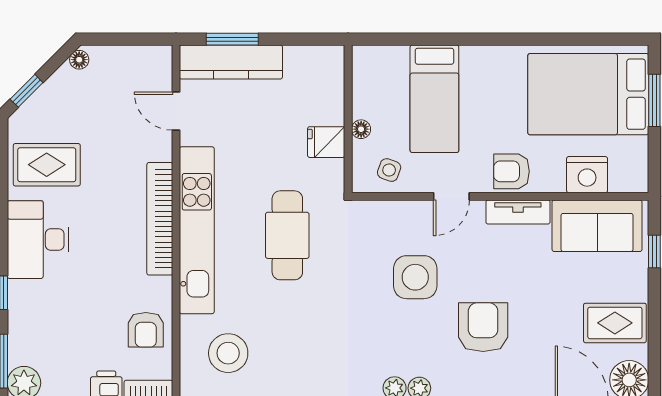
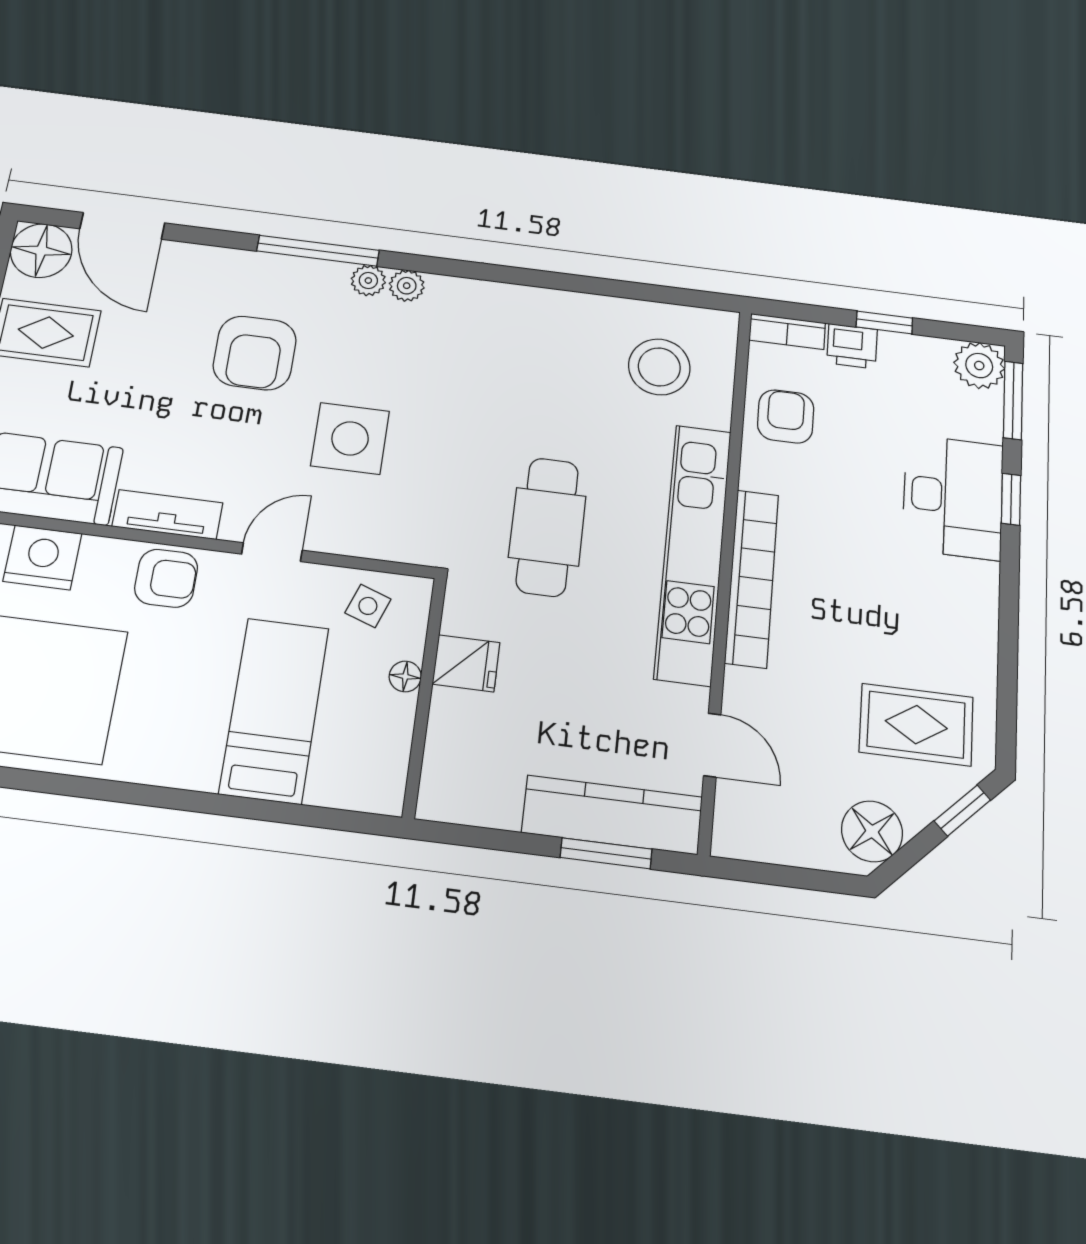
floor lamp: (79, 60) -> (872, 831), width x1.89, depth x1.89
rug: (47, 165) -> (916, 725), moved
desk: (38, 240) -> (953, 497), moved

